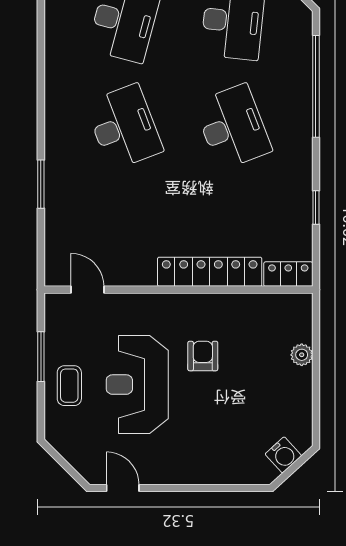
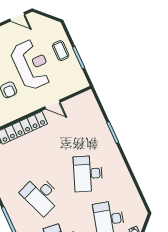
desk: (124, 127) -> (88, 174), turned 42
door: (88, 290) -> (52, 105), moved

